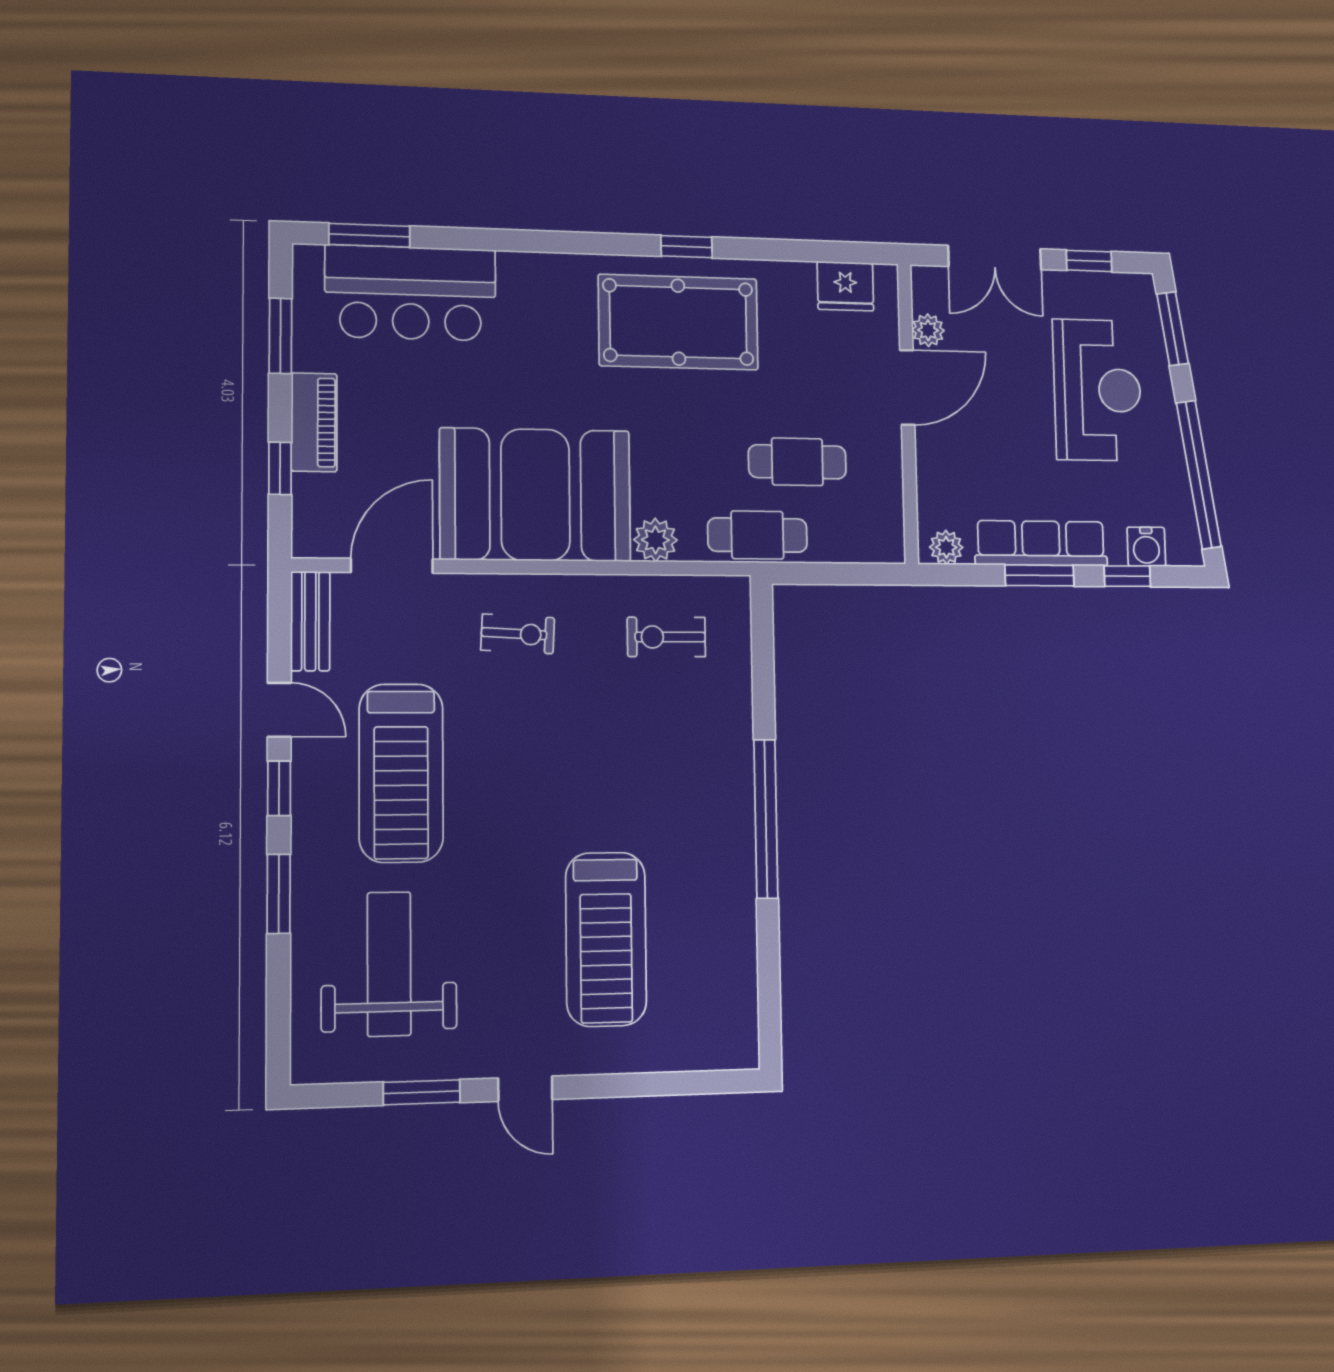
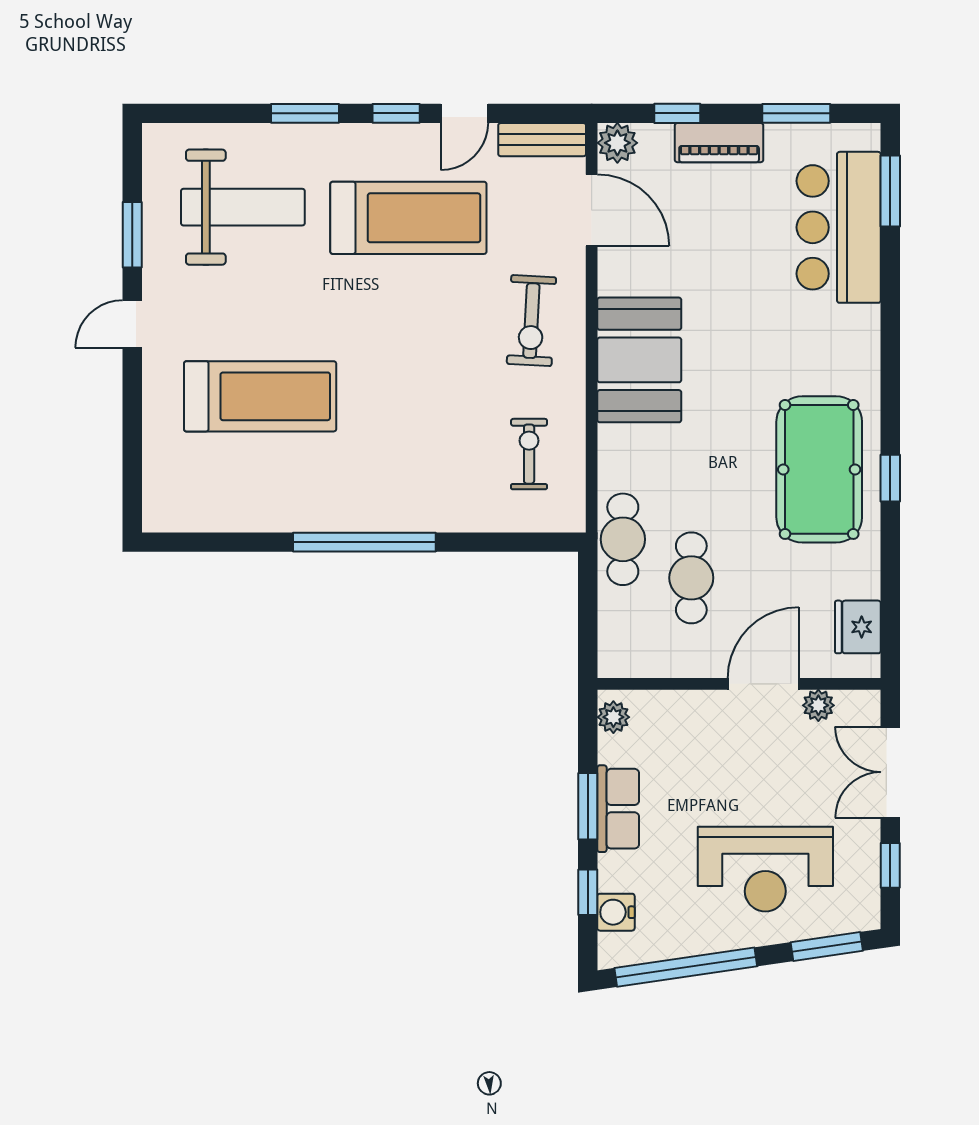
door: (907, 387) -> (763, 684), swing flipped
booth: (535, 495) -> (639, 360), width x0.73, depth x0.70
plant: (655, 540) -> (617, 143), moved
row of seats: (1041, 543) -> (618, 809), width x0.68
exercise bike: (518, 634) -> (531, 321), width x1.38, depth x1.39
treadmill: (401, 773) -> (408, 218), turned 180
treadmill: (606, 939) -> (260, 396), turned 180

